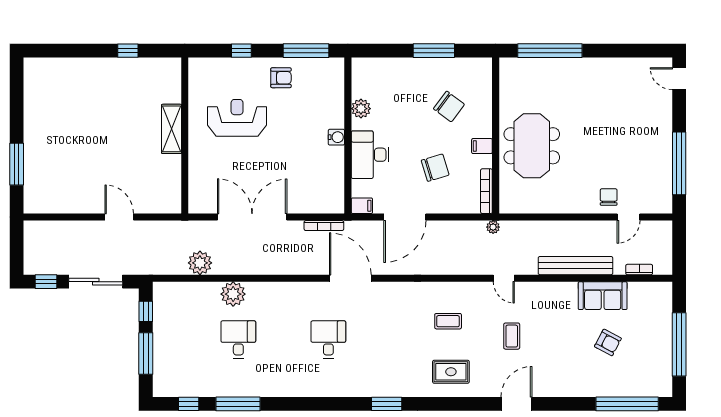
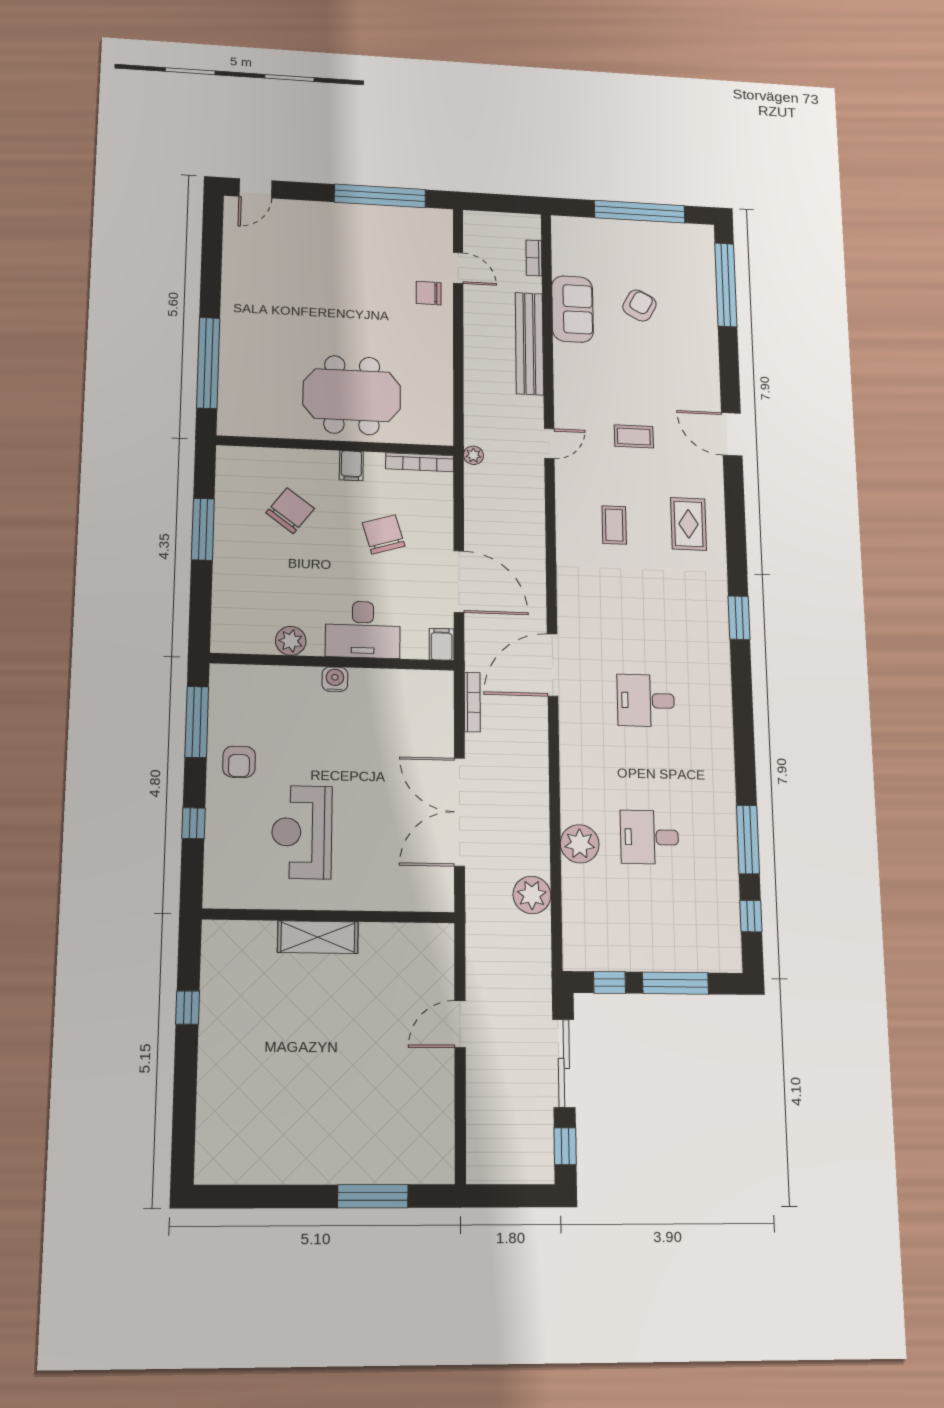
armchair: (281, 78) -> (239, 762), turned 180

